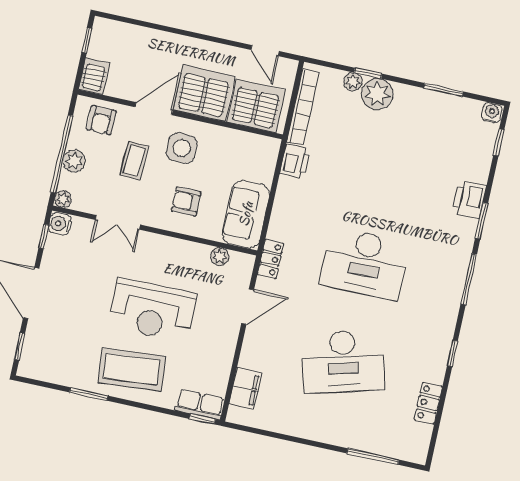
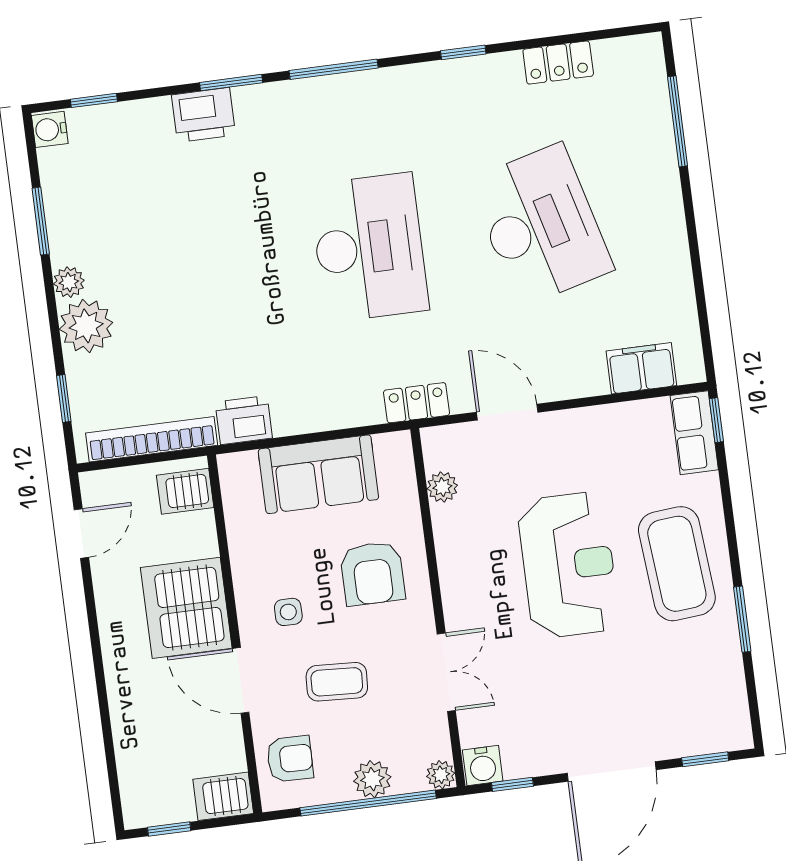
window: (368, 73) -> (64, 398), moved
plant: (353, 82) -> (69, 282), moved
server rack: (256, 106) -> (185, 491), width x0.46, depth x0.70
side table: (182, 148) -> (288, 612), width x0.54, depth x0.54
armchair: (186, 201) -> (372, 573), width x1.38, depth x1.38
sofa: (246, 214) -> (318, 474), moved

